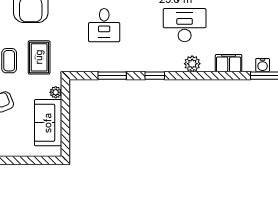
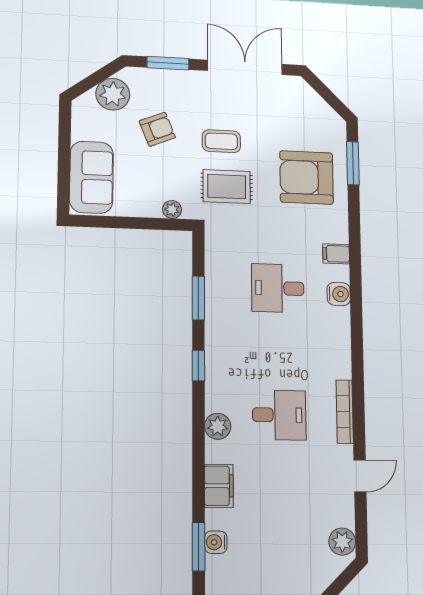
desk: (185, 25) -> (279, 415), width x0.73
sofa: (48, 123) -> (91, 177), moved, turned 90

